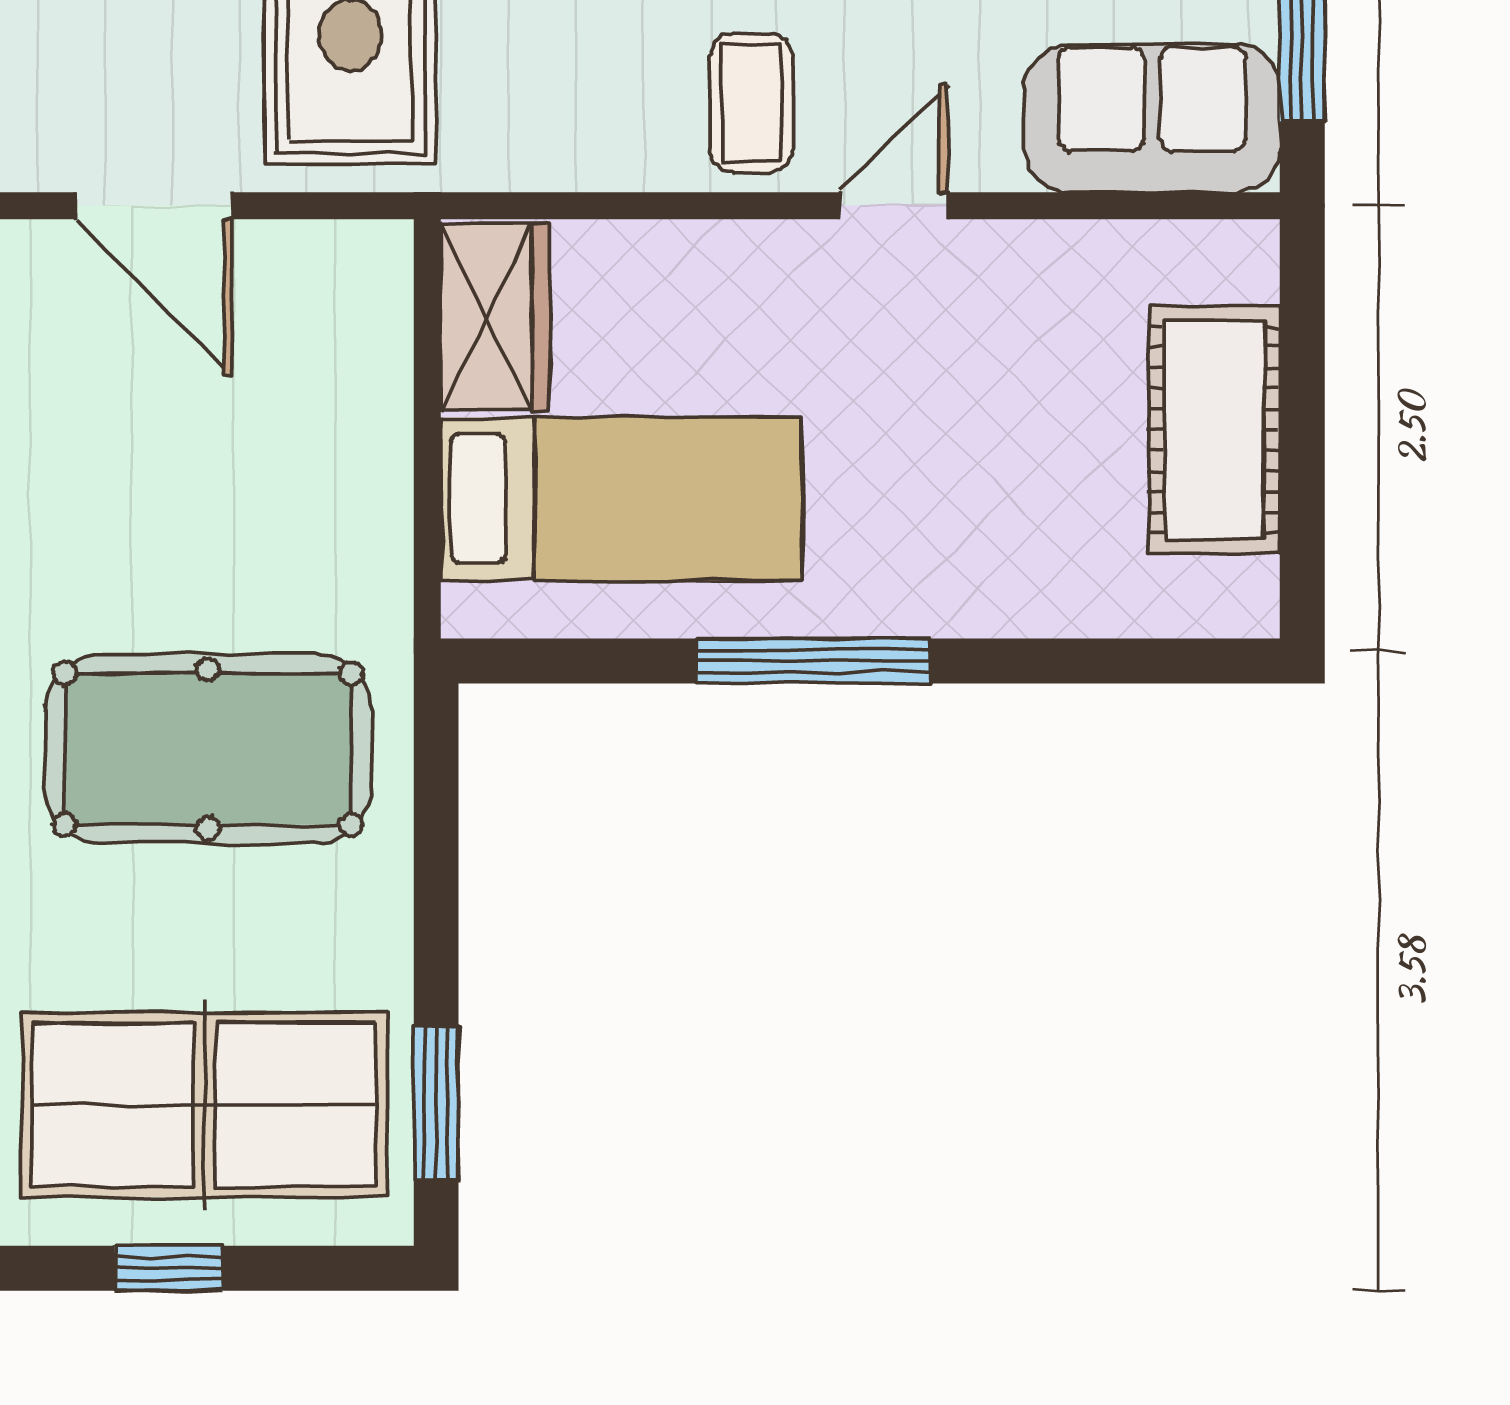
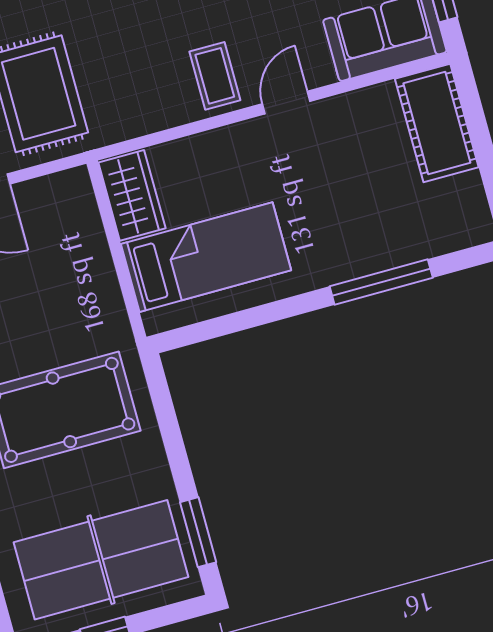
cot: (1214, 430) -> (437, 123), moved
window: (813, 661) -> (381, 282), moved

